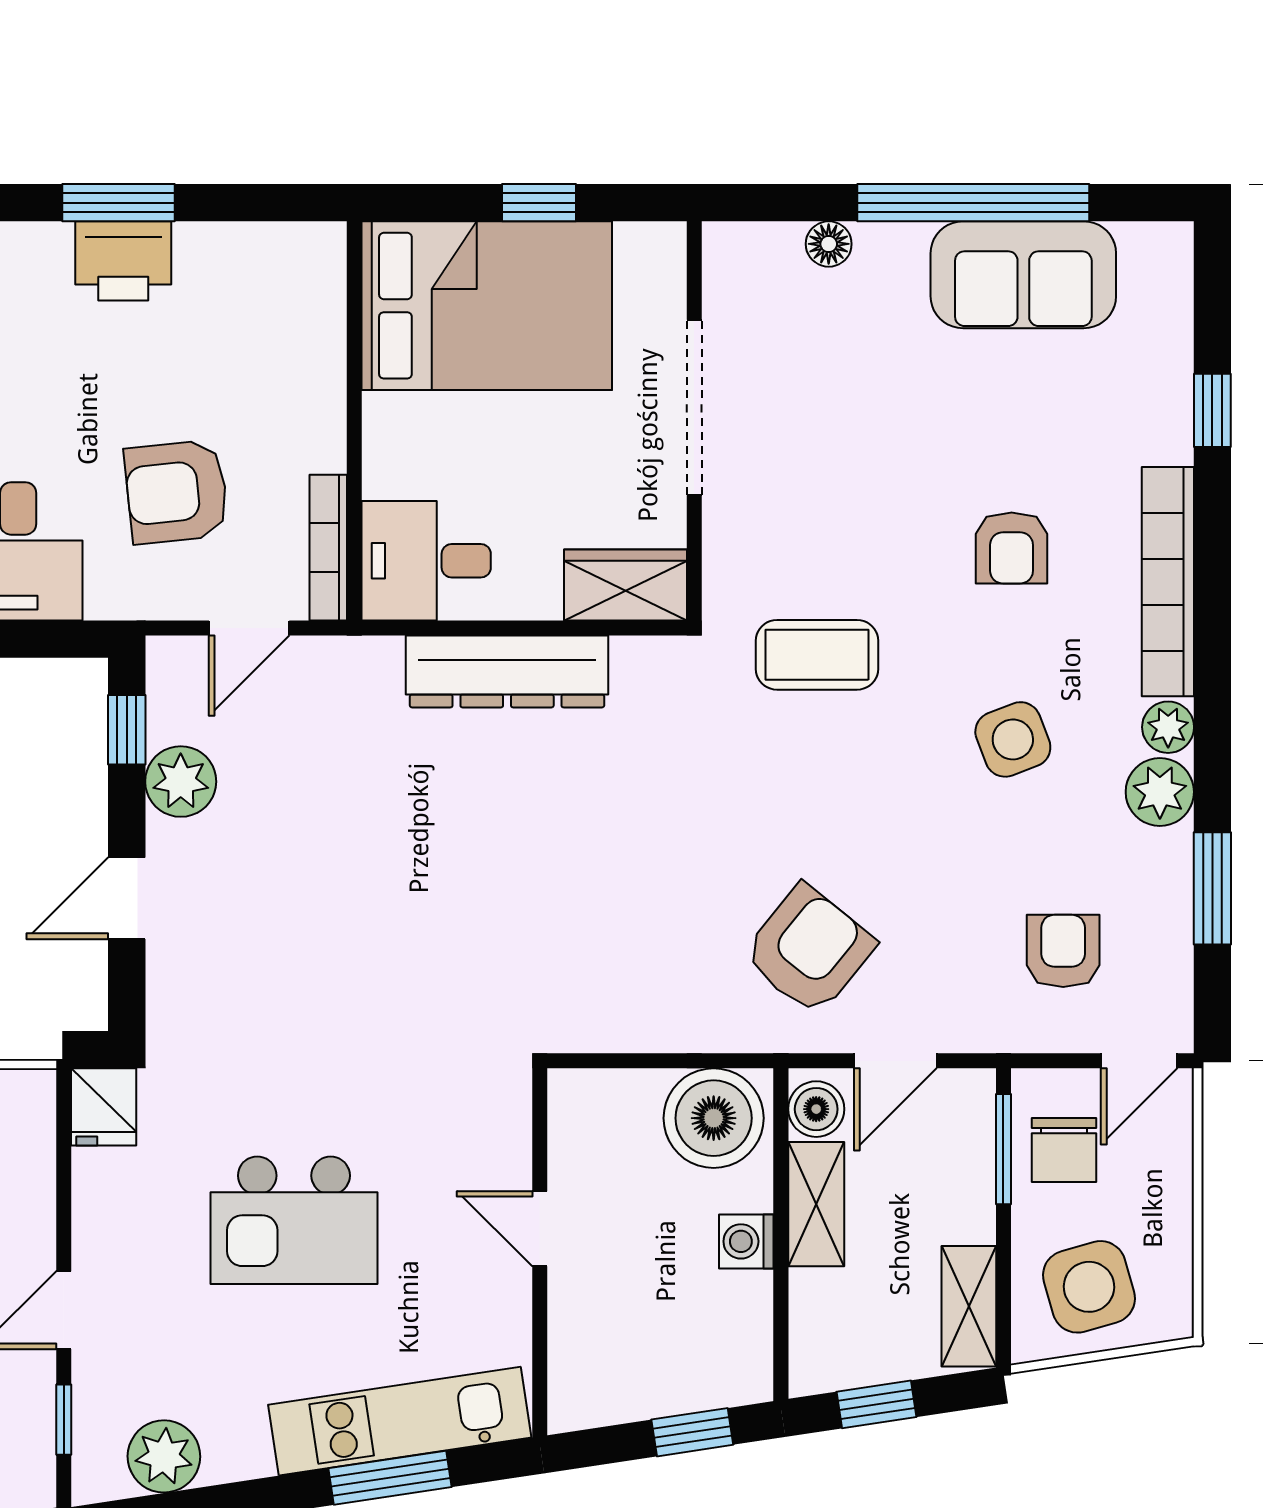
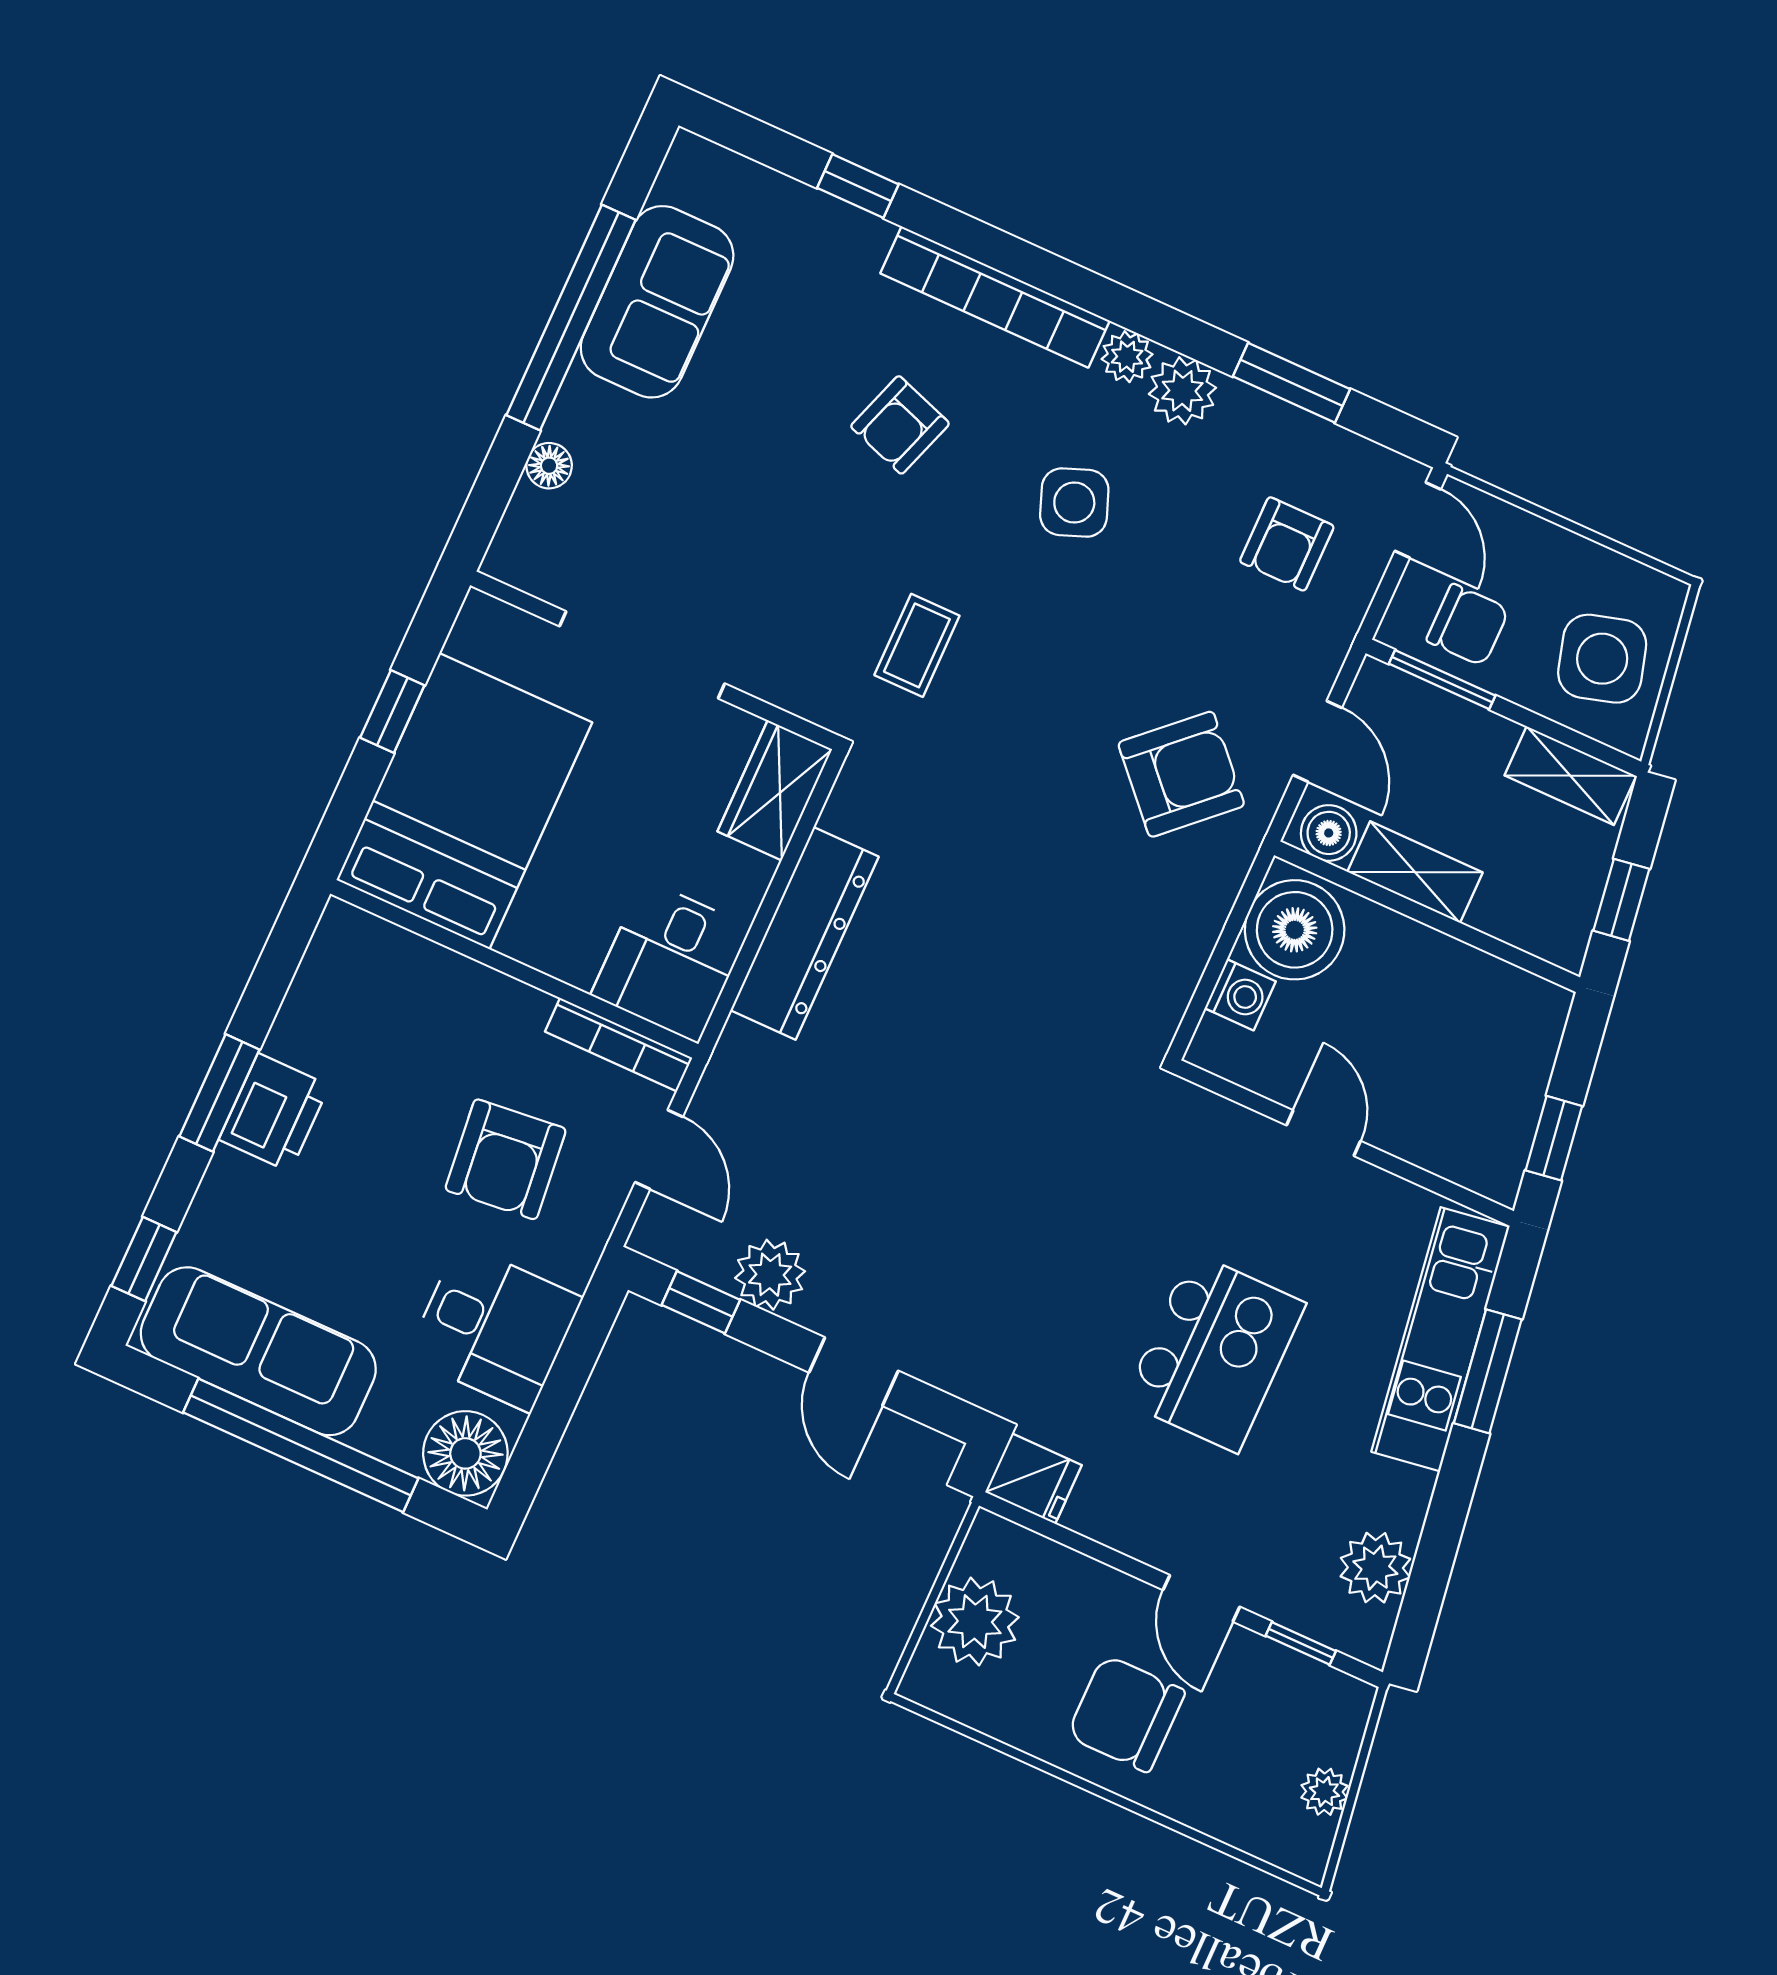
armchair: (1012, 548) -> (900, 425), turned 109
coffee table: (817, 655) -> (917, 645), width x0.73, depth x0.77
armchair: (809, 950) -> (1181, 774), turned 98
armchair: (1063, 951) -> (1287, 544), turned -90
door: (540, 1229) -> (1324, 1133), swing flipped
washing machine: (746, 1241) -> (1240, 995), moved, turned -90
window: (692, 1432) -> (1554, 1138), moved

